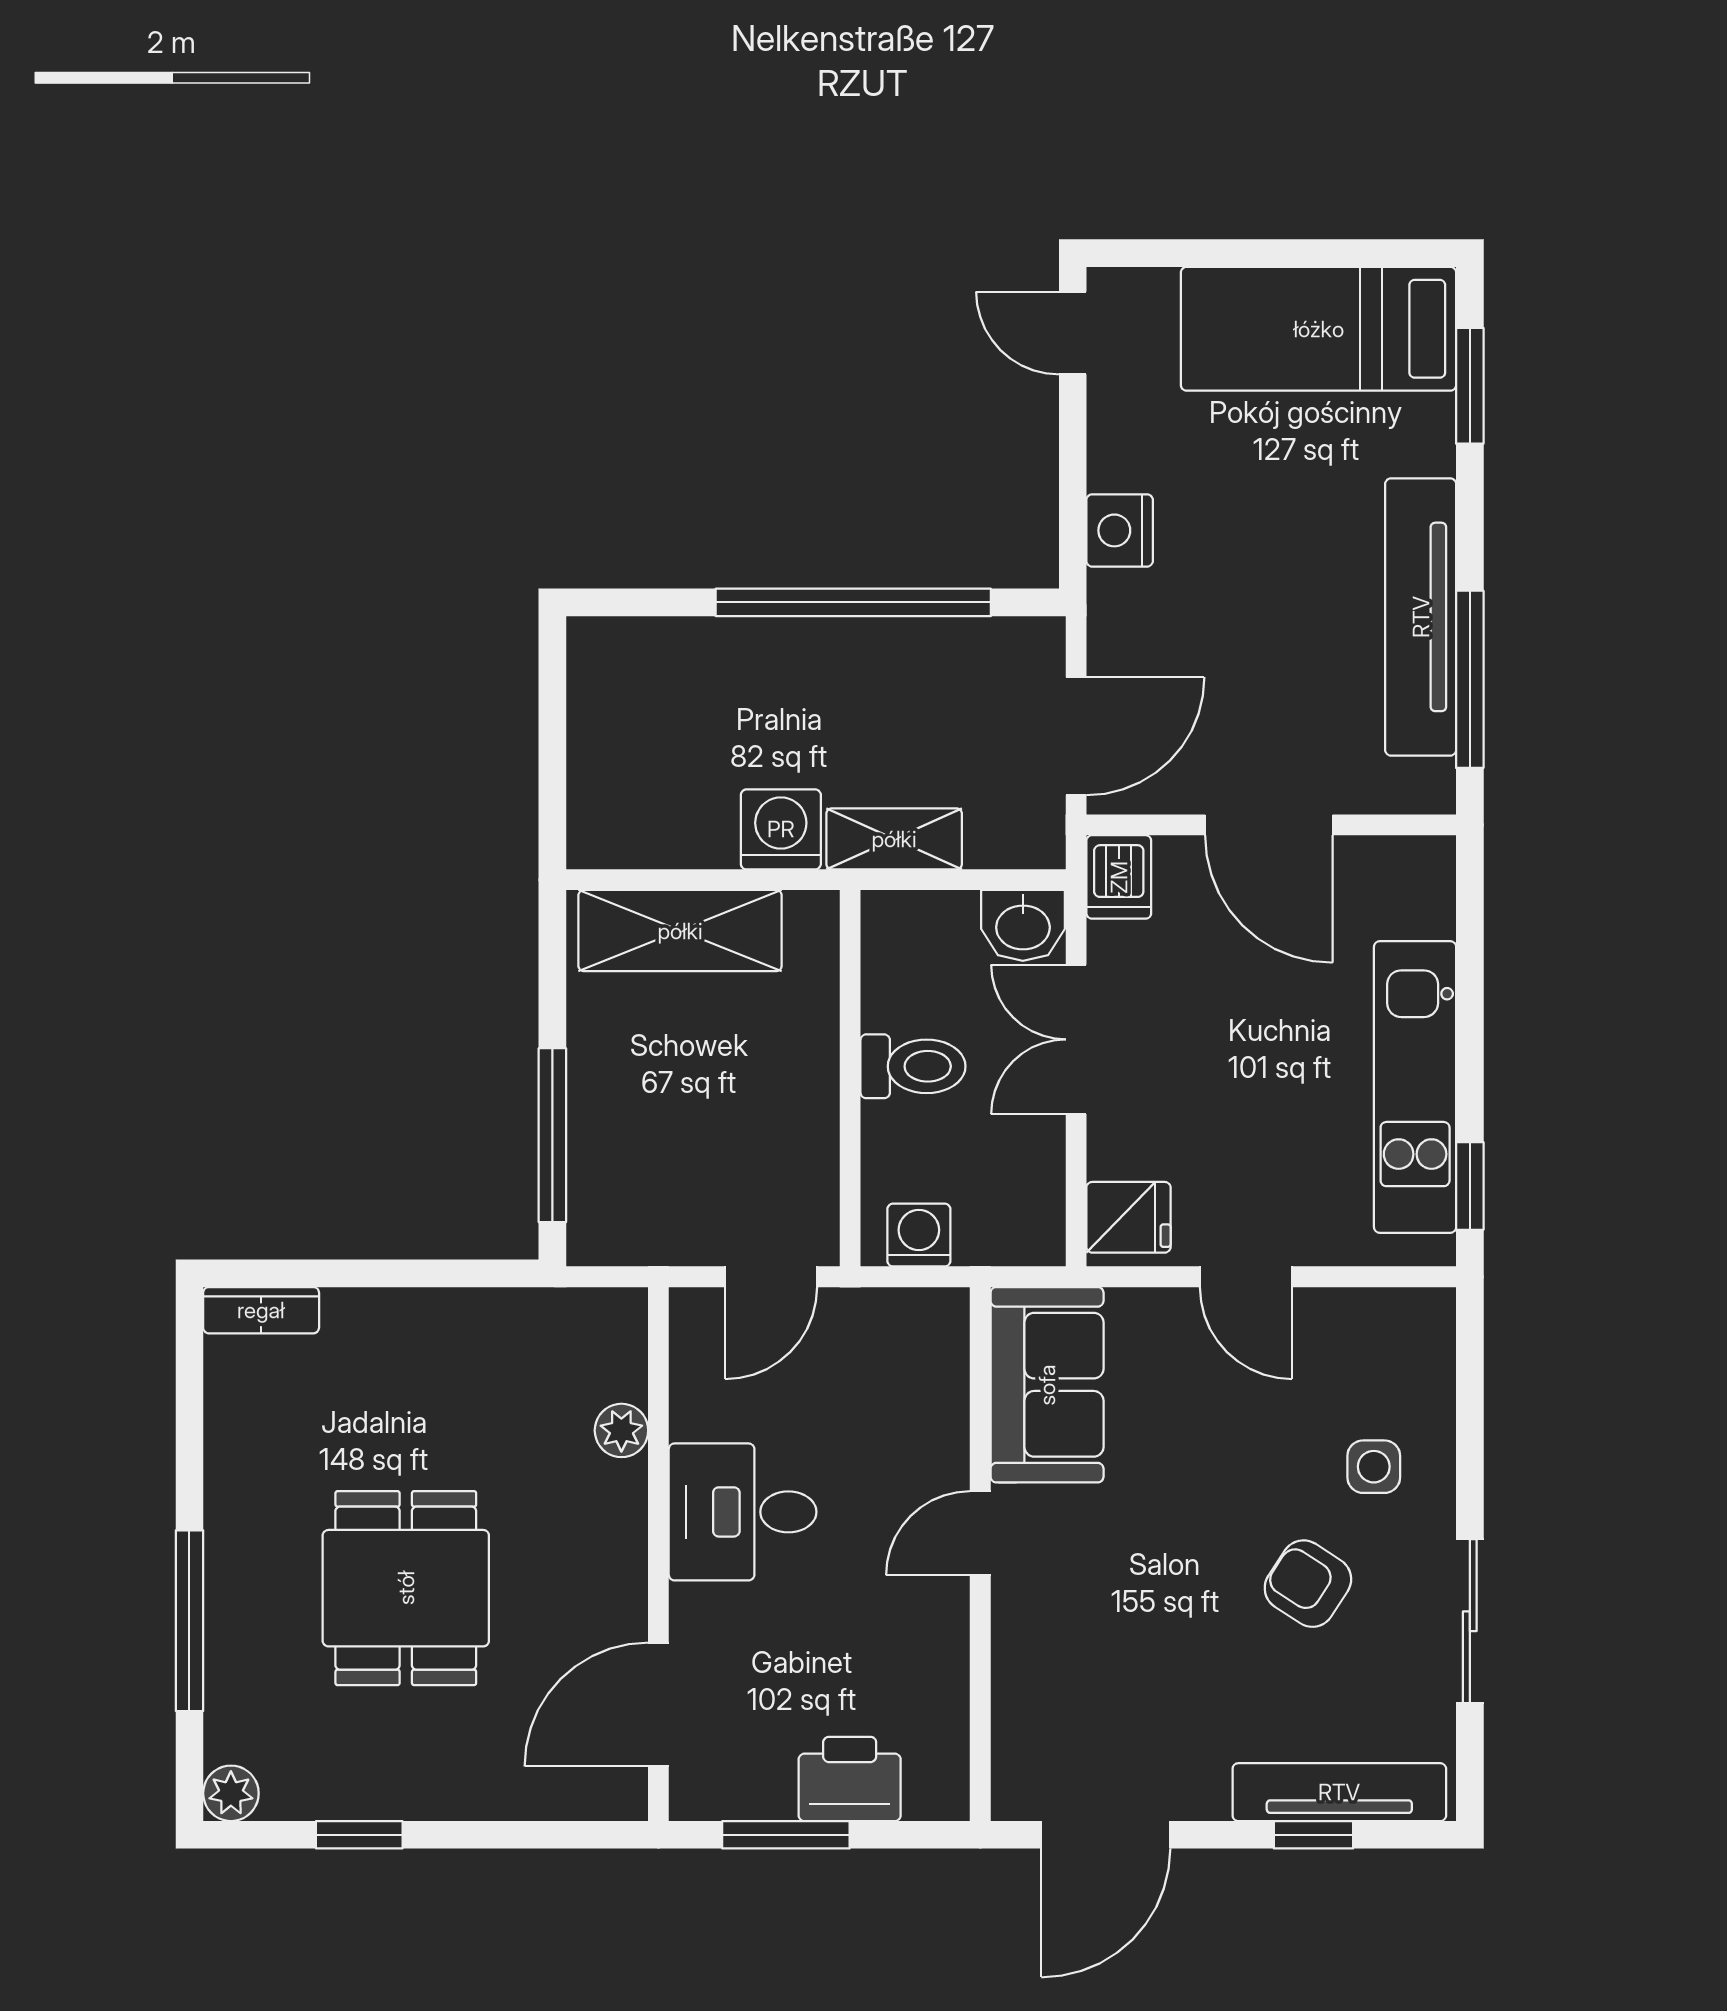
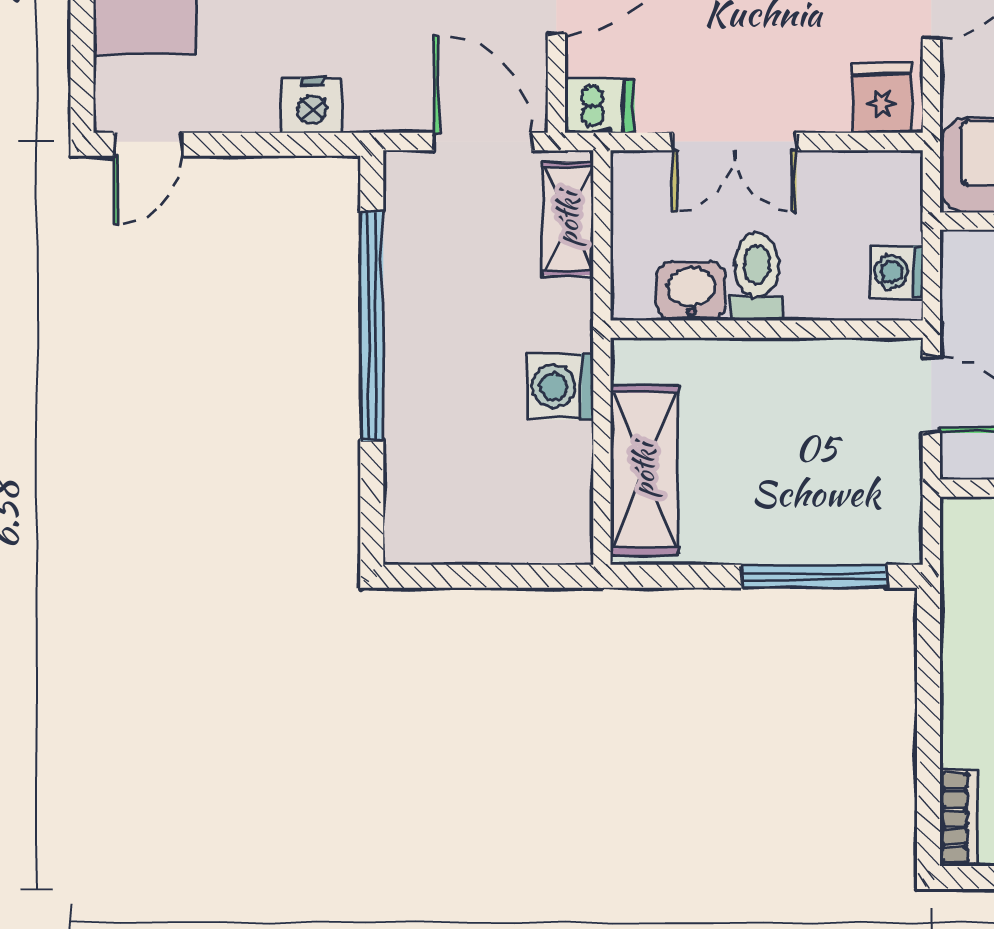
shelving: (894, 839) -> (568, 219), moved
washbasin: (1023, 925) -> (691, 291), moved, turned -90

